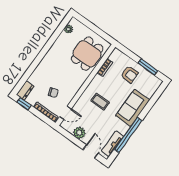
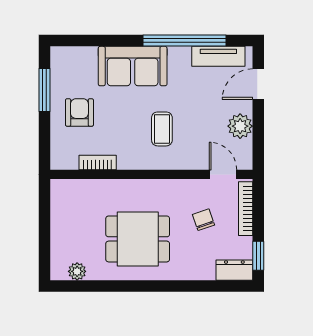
dining table: (87, 54) -> (138, 239), moved

